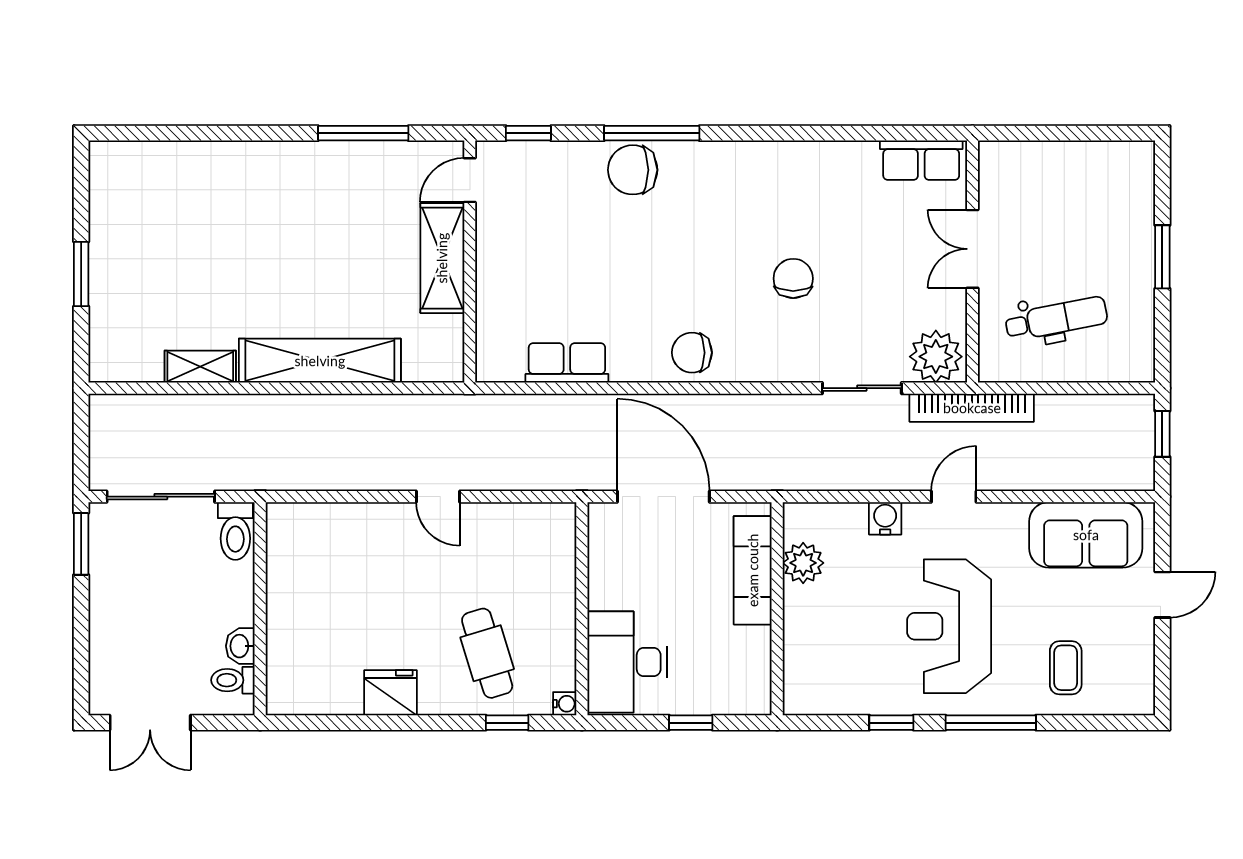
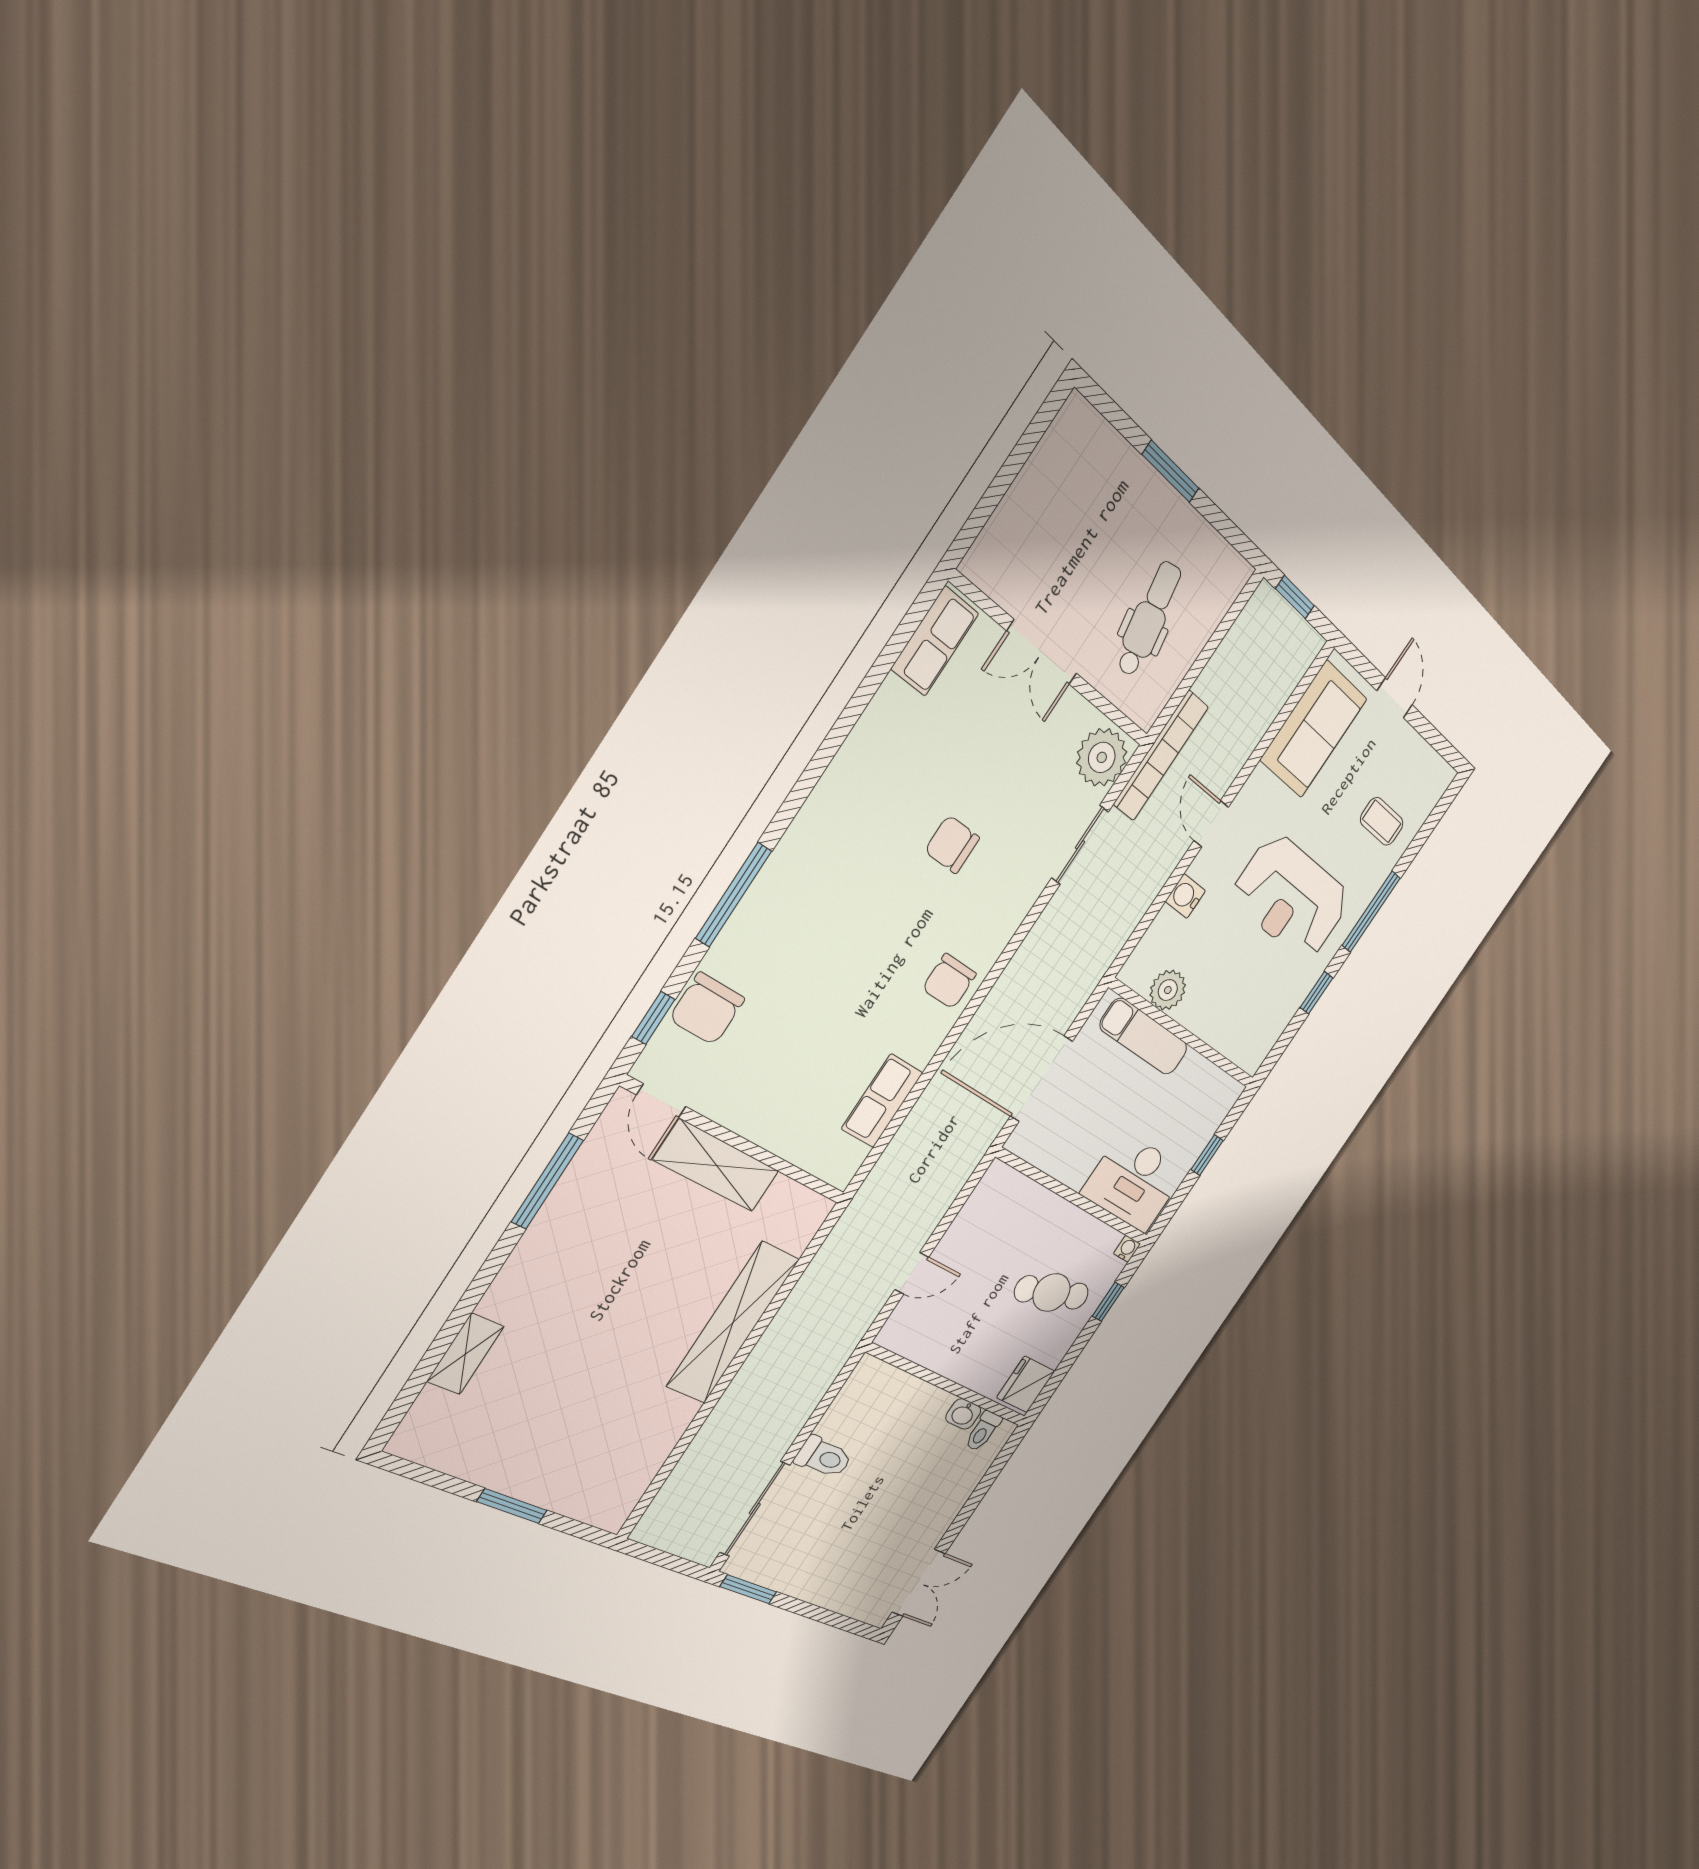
chair: (633, 170) -> (707, 1009), moved
shelving: (200, 367) -> (466, 1354), moved
wall: (260, 609) -> (948, 1385), moved
washbasin: (240, 646) -> (963, 1414), moved
toilet: (233, 680) -> (983, 1431), moved

